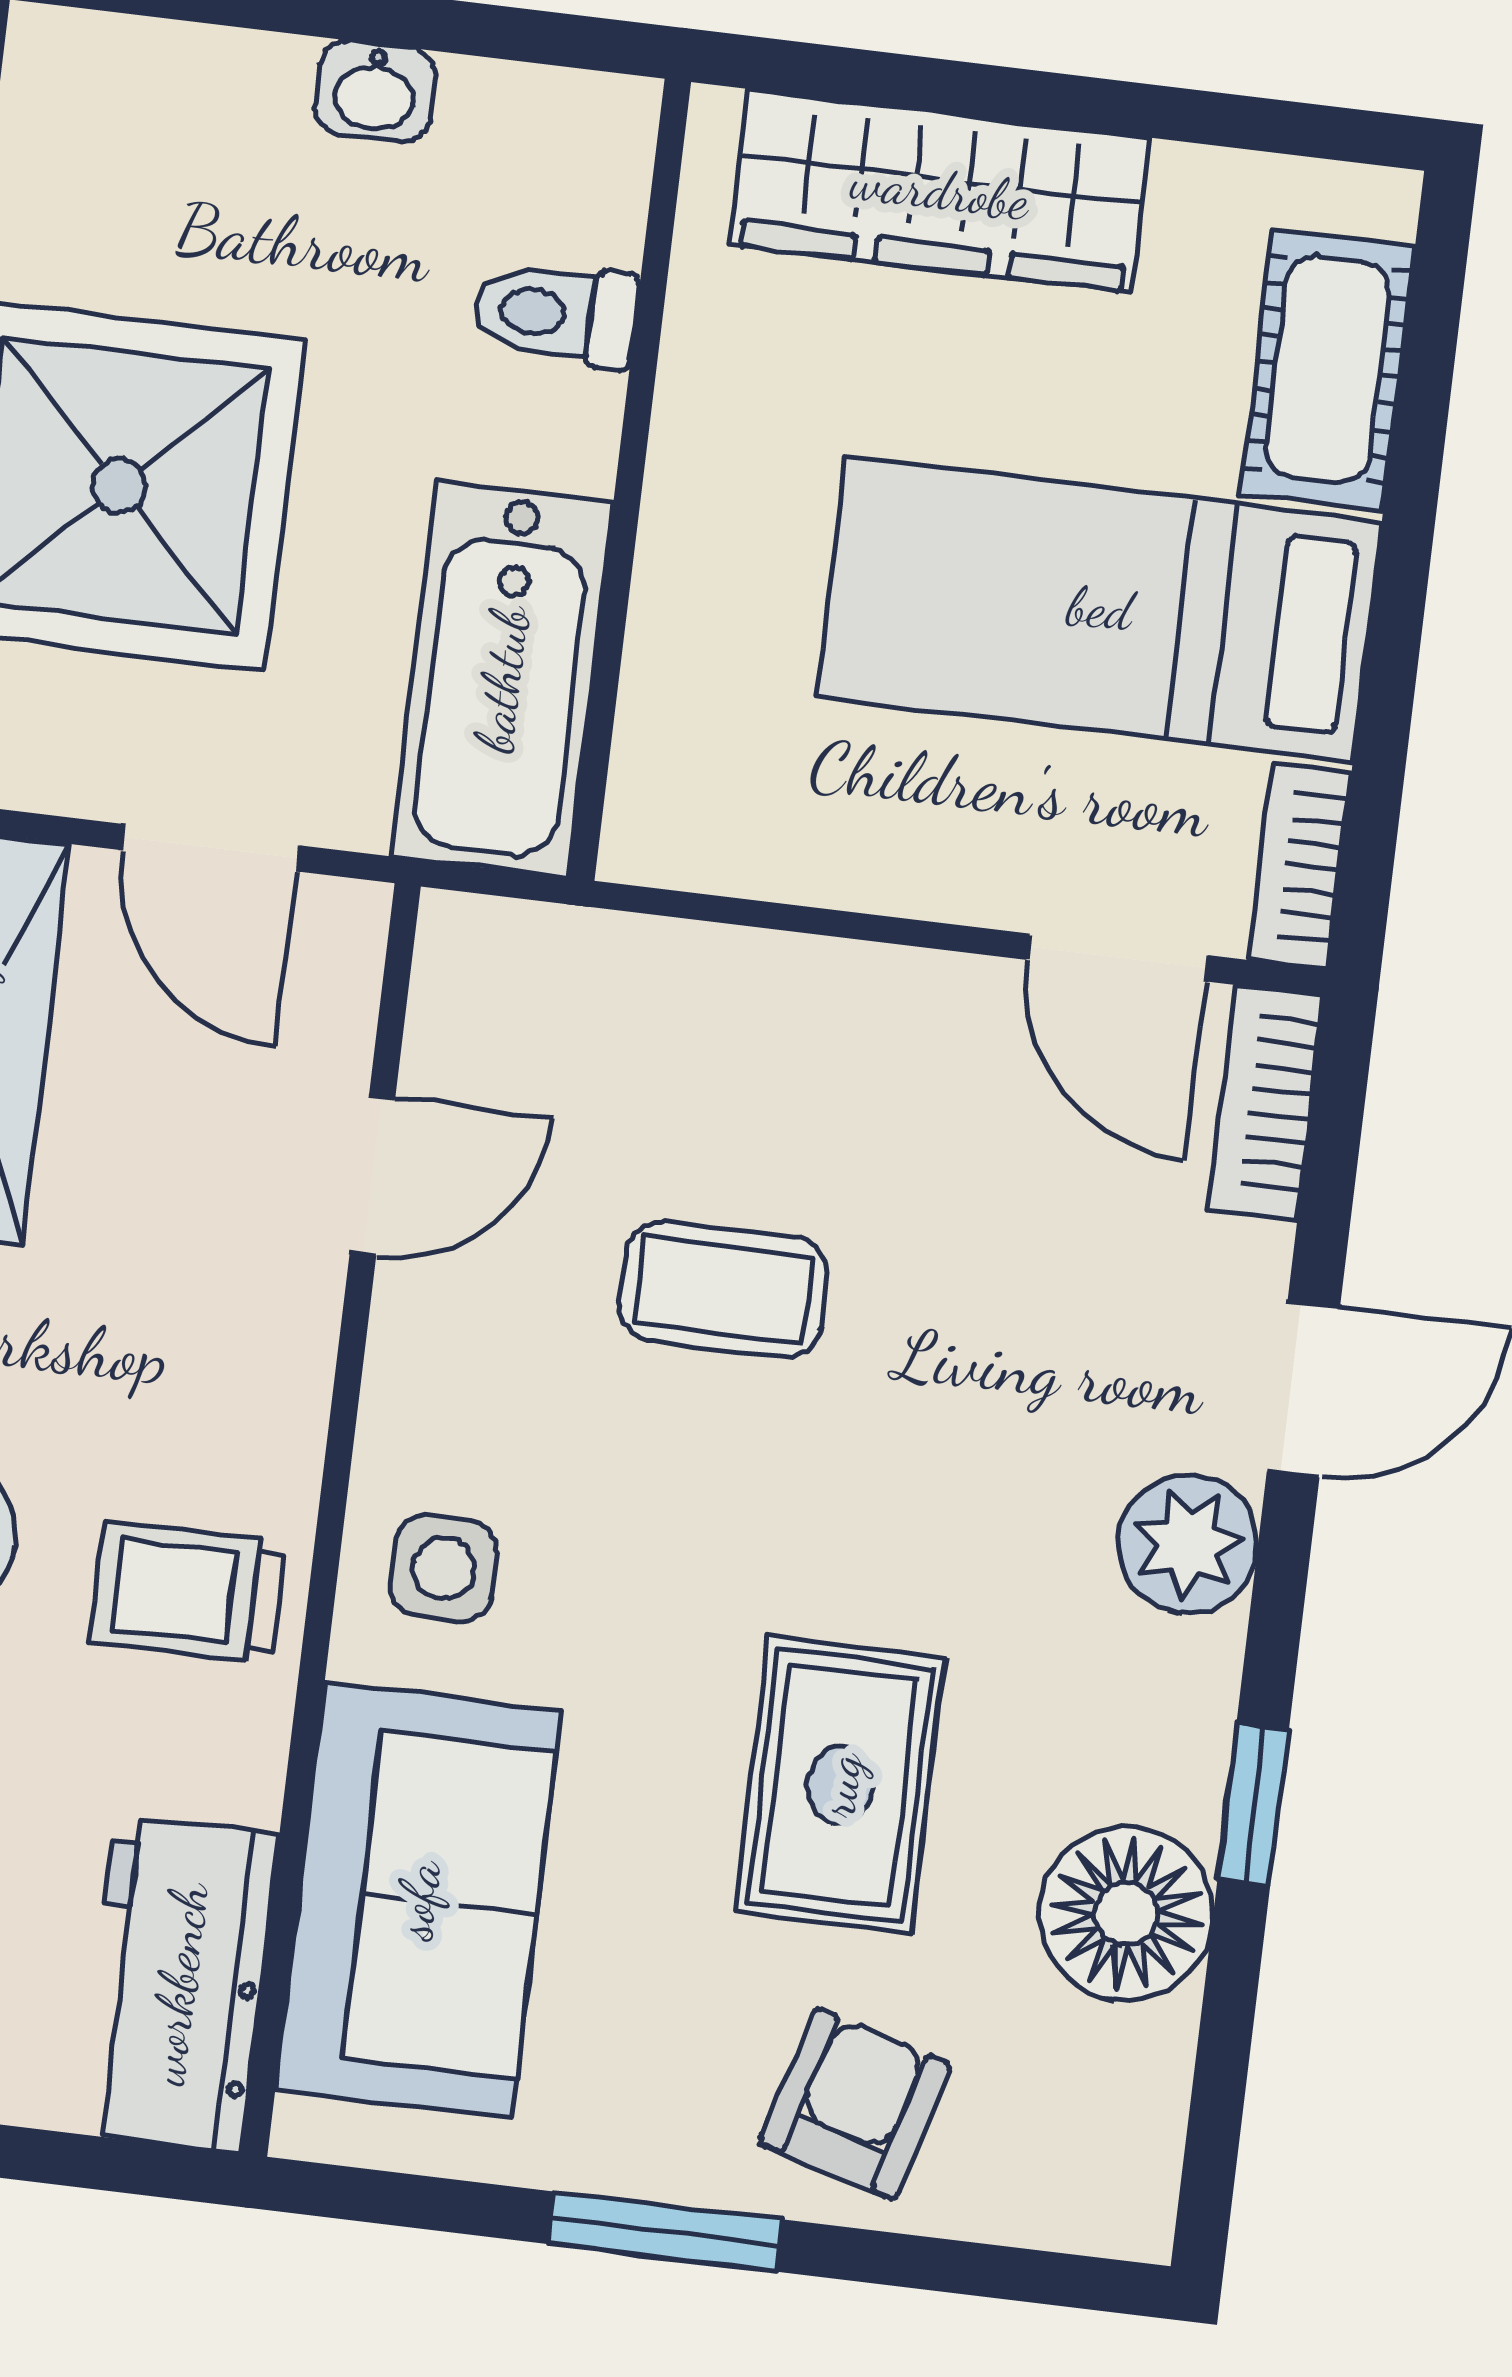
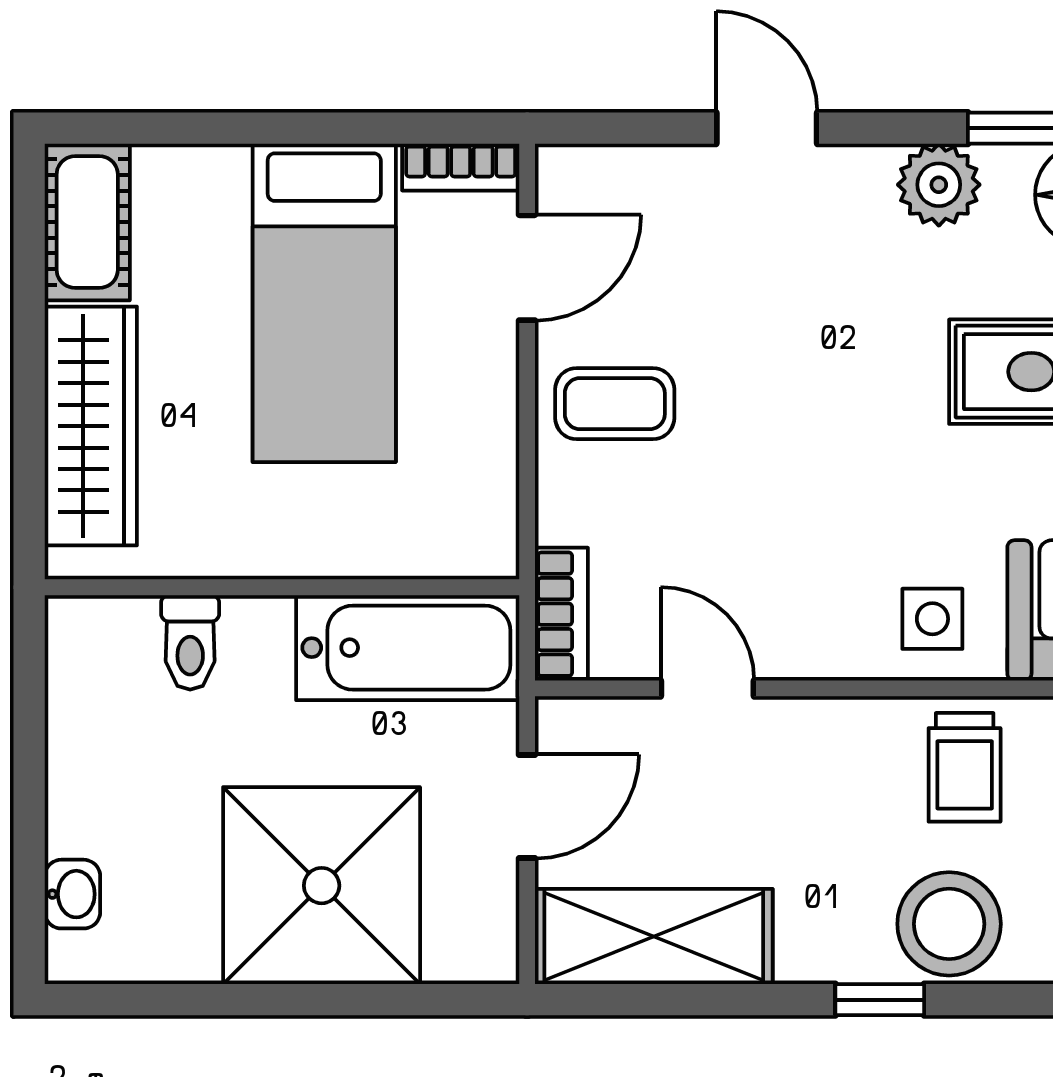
washbasin: (375, 91) -> (72, 894), moved
cot: (1328, 370) -> (87, 222), moved, turned 90
bookcase: (1266, 1102) -> (561, 614), moved, turned -90
coffee table: (723, 1290) -> (615, 404), moved, turned 90
plant: (1188, 1544) -> (939, 185), moved

